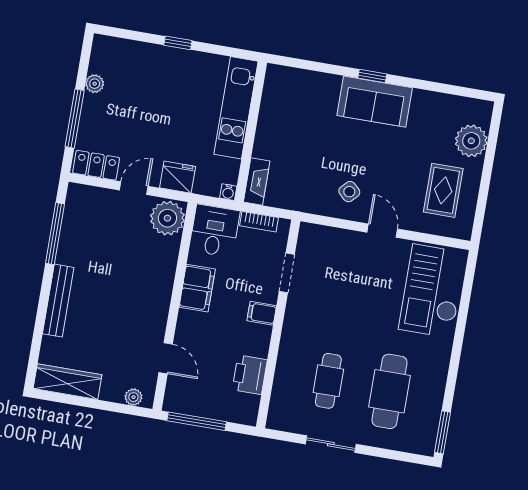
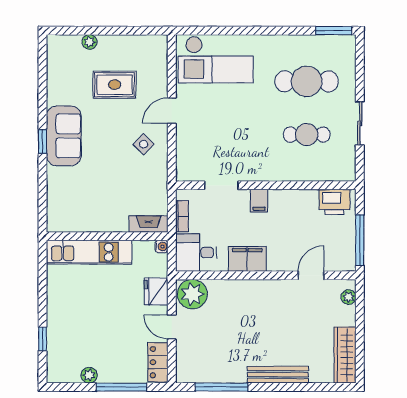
window: (178, 43) -> (43, 339), moved
plant: (471, 141) -> (90, 42), width x0.53, depth x0.53
rug: (443, 190) -> (115, 85), moved
printer: (250, 375) -> (334, 202), moved

